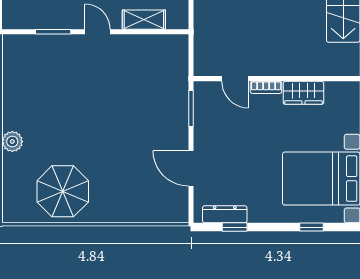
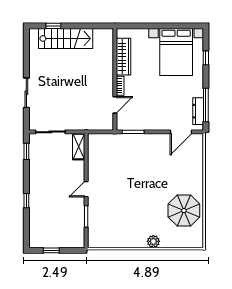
shelving: (144, 20) -> (79, 147), moved
wardrobe: (303, 93) -> (123, 57), width x1.50
door: (191, 168) -> (181, 132), moved
window: (235, 227) -> (206, 105), width x2.17

